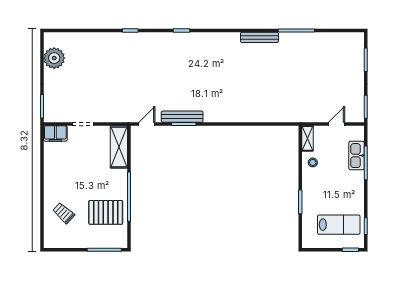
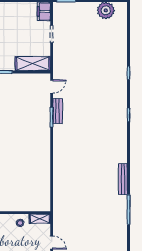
bench: (182, 117) -> (58, 111), width x0.73
door: (147, 124) -> (52, 87), hinge flipped

